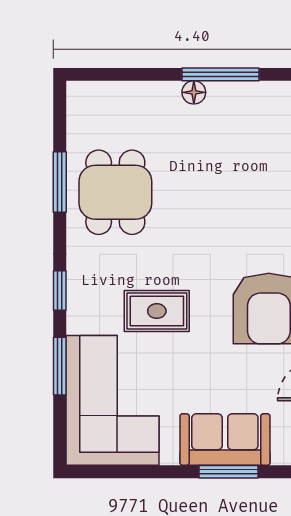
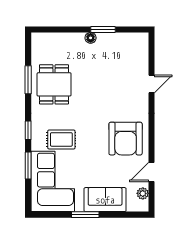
window: (221, 74) -> (103, 29), width x0.69
rug: (157, 311) -> (61, 139), moved
window: (228, 472) -> (85, 215), moved

